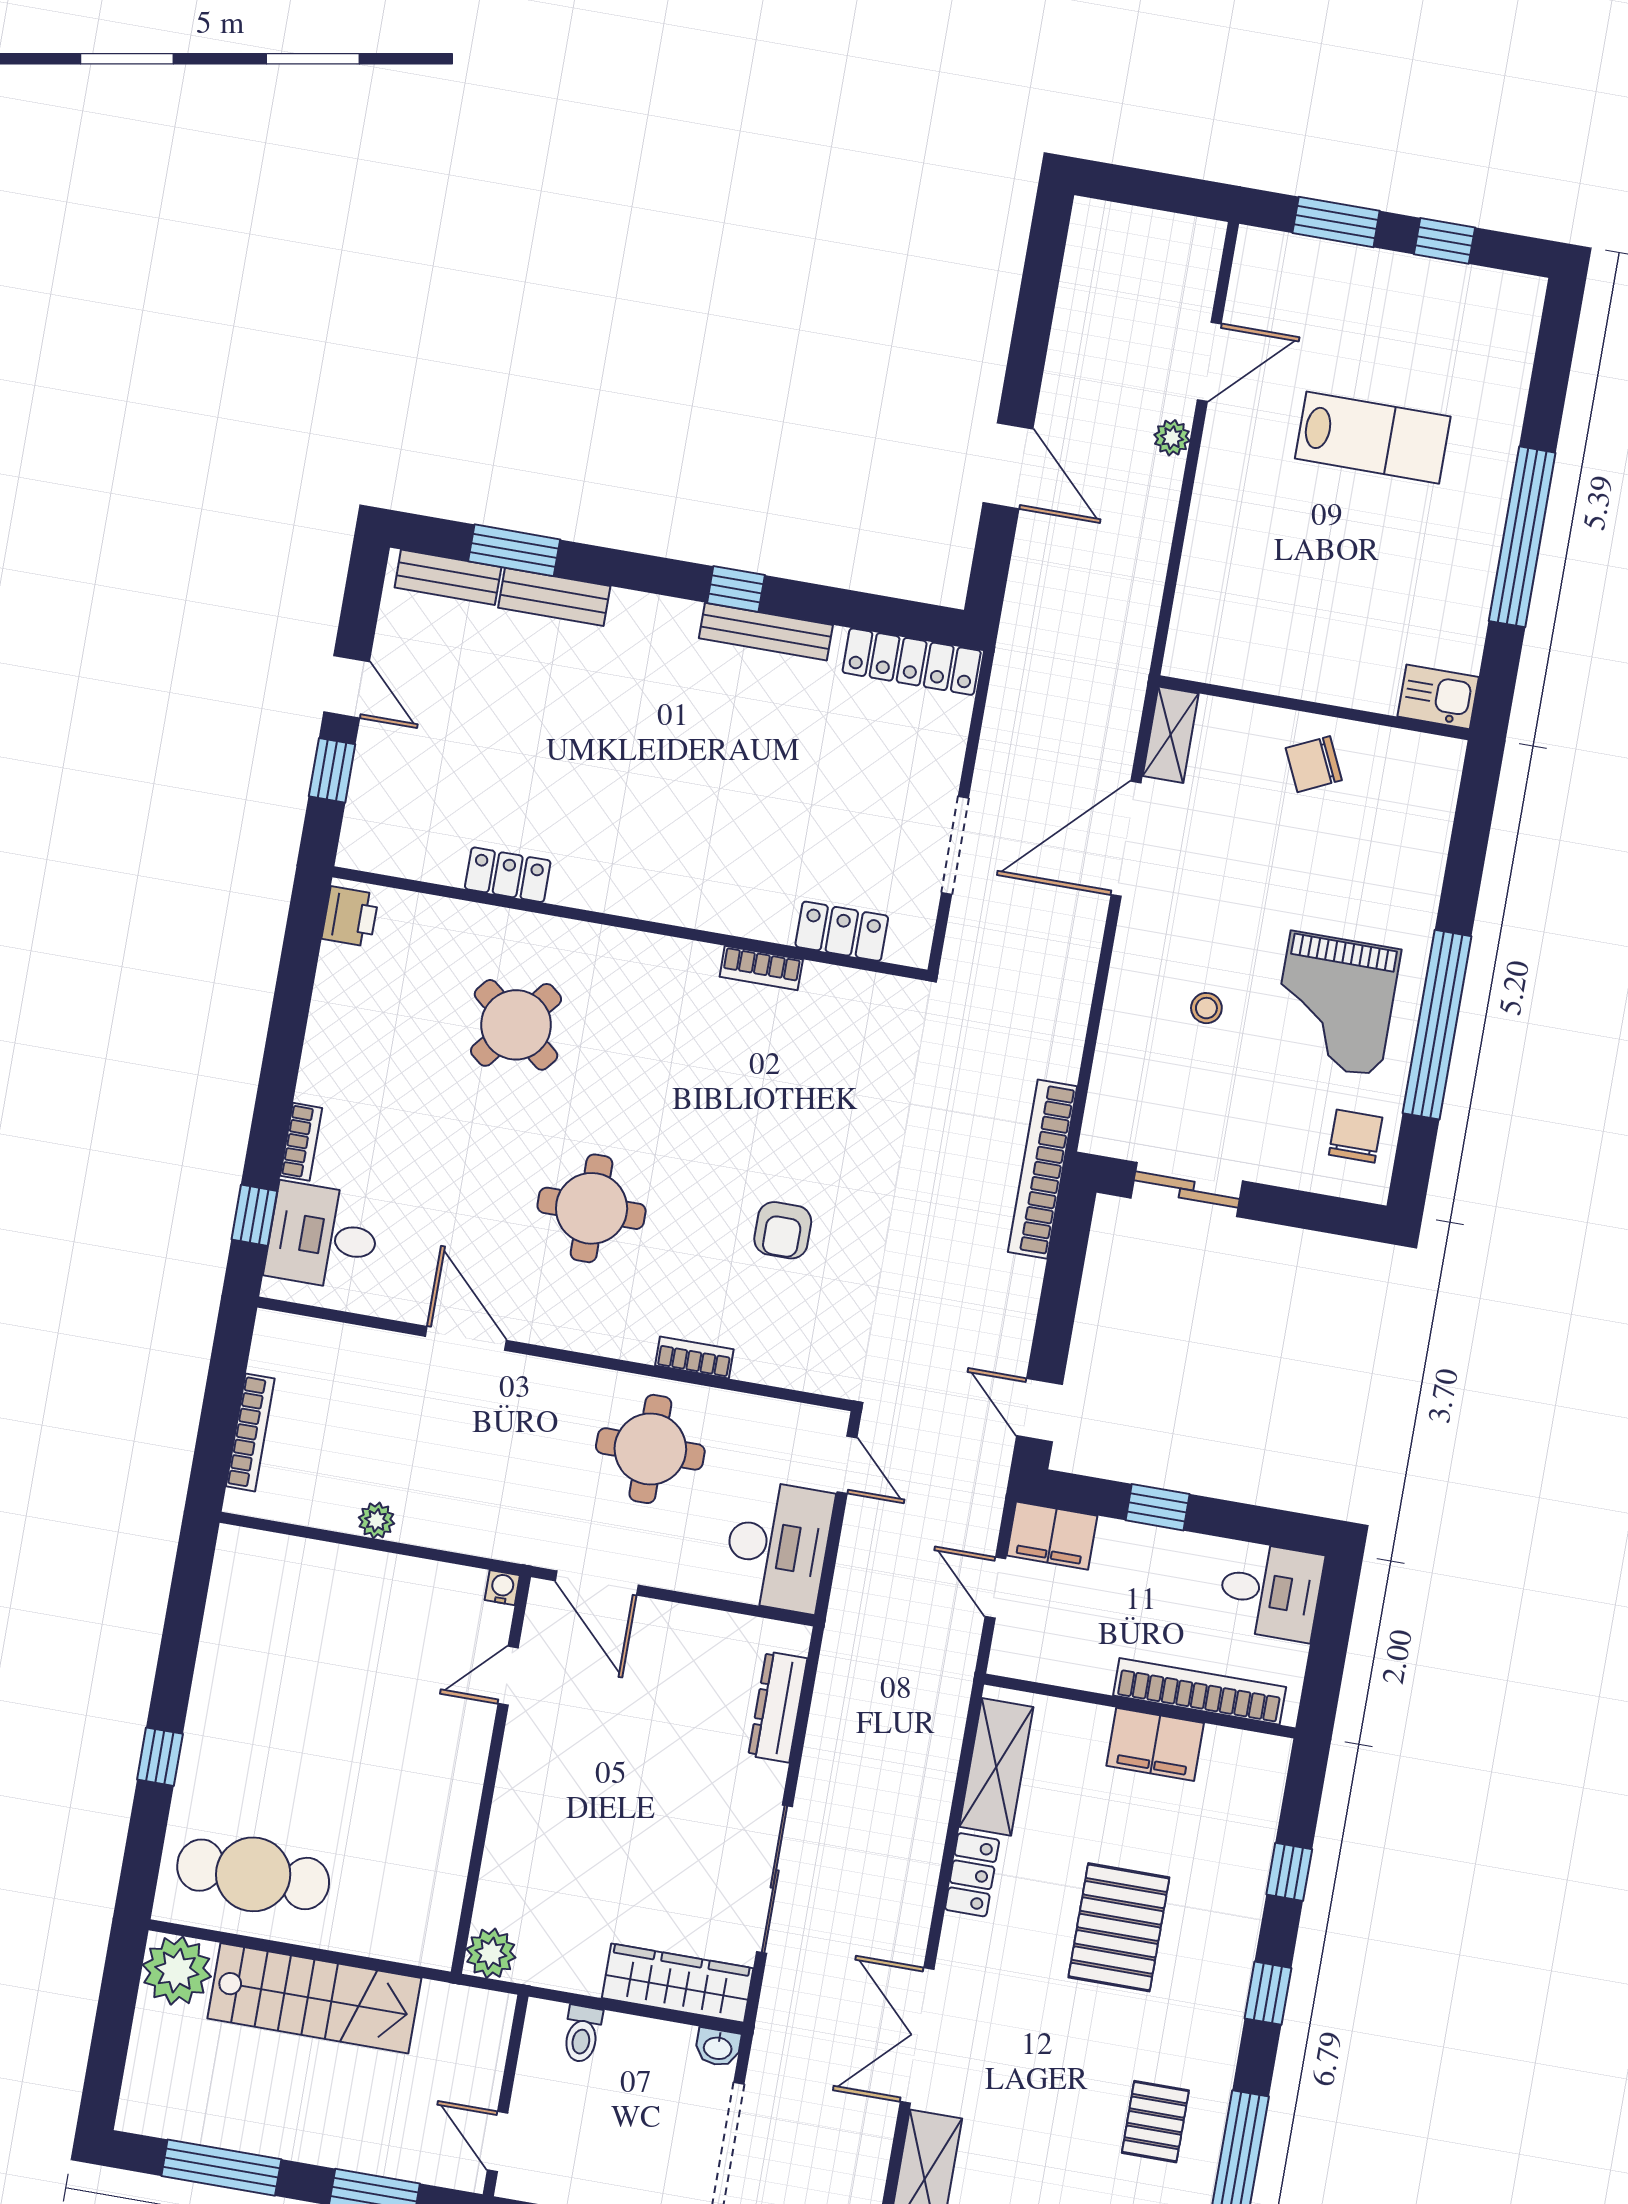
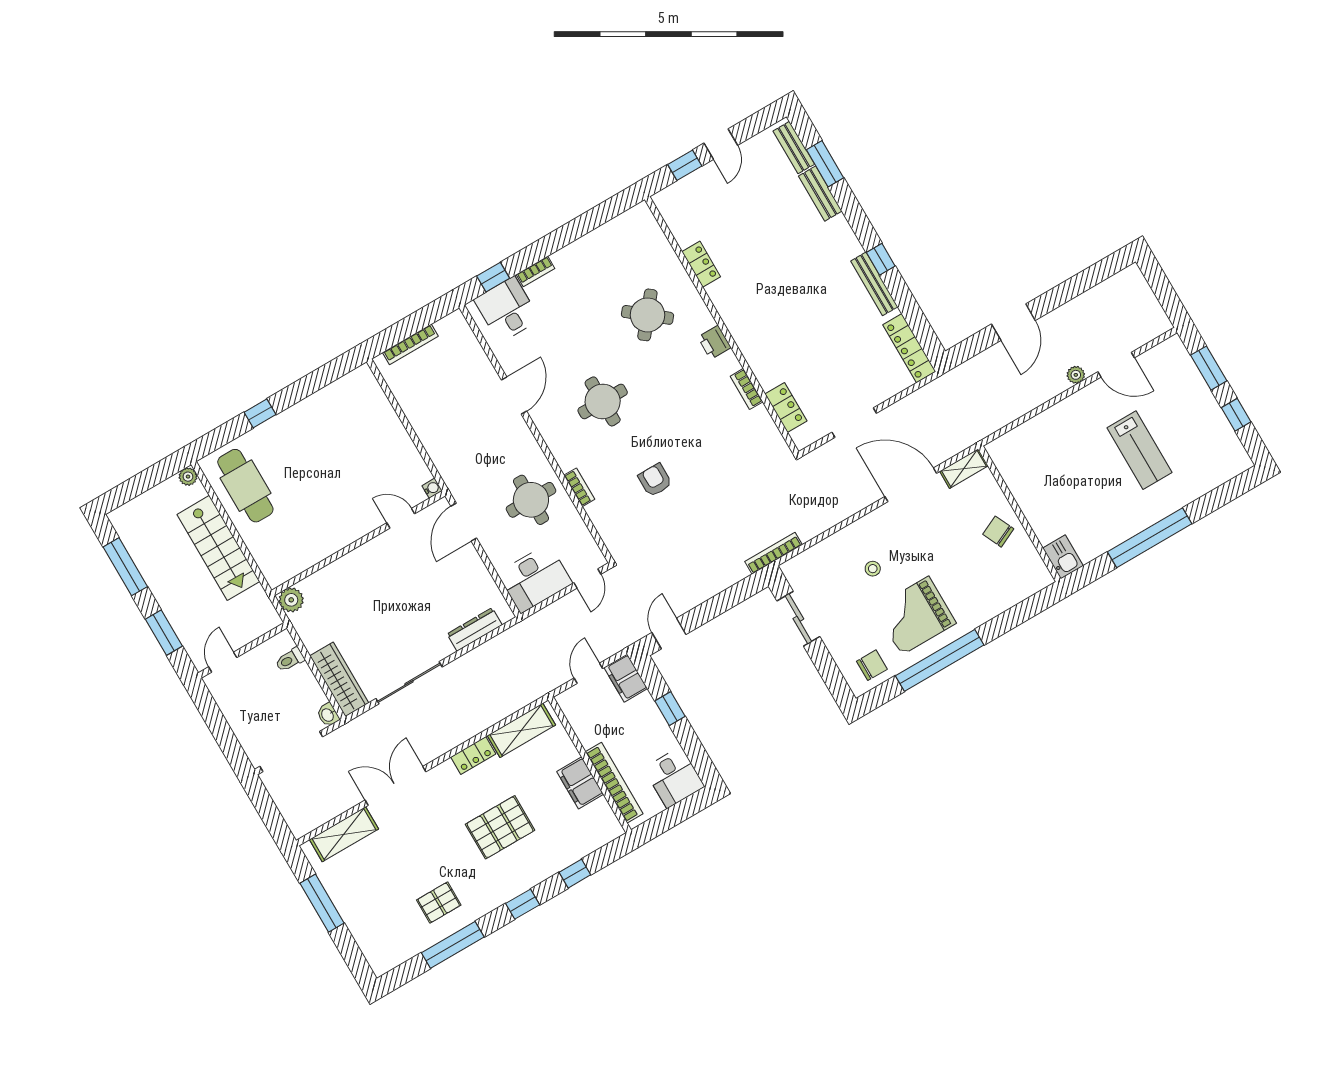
printer: (350, 917) -> (714, 342), moved, turned 90
bookcase: (1042, 1169) -> (774, 553), width x0.68, depth x0.76
armchair: (783, 1230) -> (655, 480), turned 90
plant: (376, 1520) -> (417, 420), removed
plant: (177, 1971) -> (188, 477), width x0.53, depth x0.53

